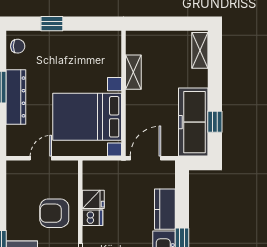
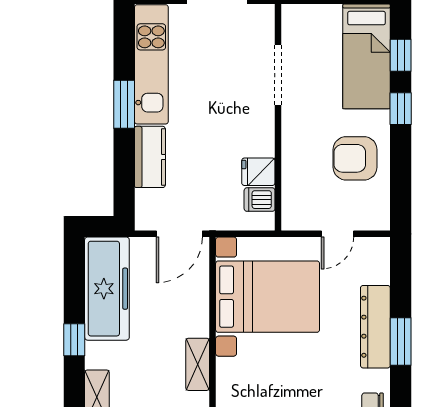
window: (215, 122) -> (74, 340), moved
armchair: (54, 213) -> (355, 158), moved, turned 180
dishwasher: (92, 218) -> (260, 200), moved

